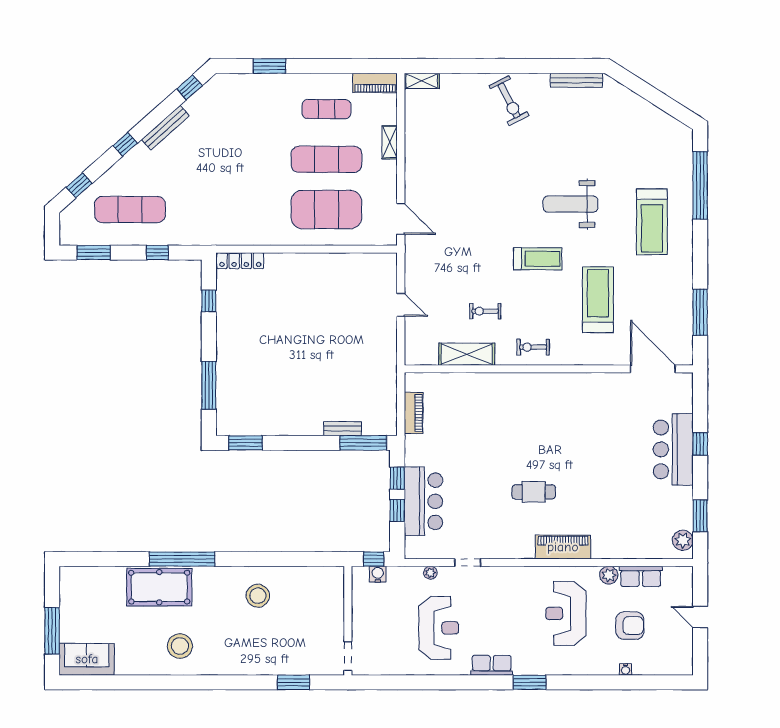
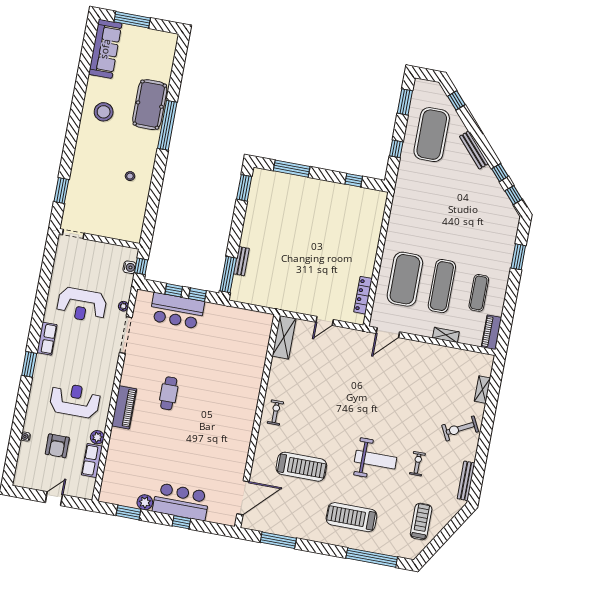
shelving: (422, 81) -> (482, 390), moved
bench: (165, 128) -> (474, 150), moved
window: (125, 144) -> (500, 173), moved
weight bench: (571, 204) -> (376, 460), turned 90
exercise mat: (130, 210) -> (432, 135), width x1.47
treadmill: (538, 259) -> (421, 521), moved, turned 180
locker: (240, 261) -> (363, 295), moved
exercise bike: (485, 311) -> (417, 464), moved
shelving: (467, 354) -> (284, 337), moved
piano: (414, 413) -> (243, 316), removed
plant: (683, 540) -> (145, 502), moved
doorway: (468, 563) -> (126, 335), width x1.87
stool: (258, 596) -> (130, 176), width x0.53, depth x0.53
sofa: (87, 659) -> (105, 49), width x1.36

